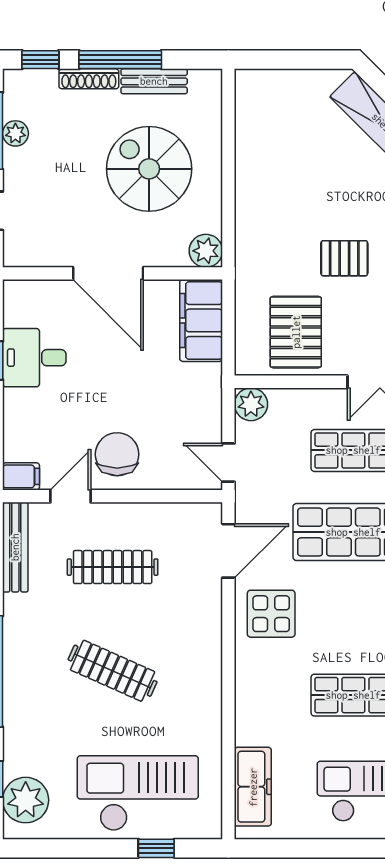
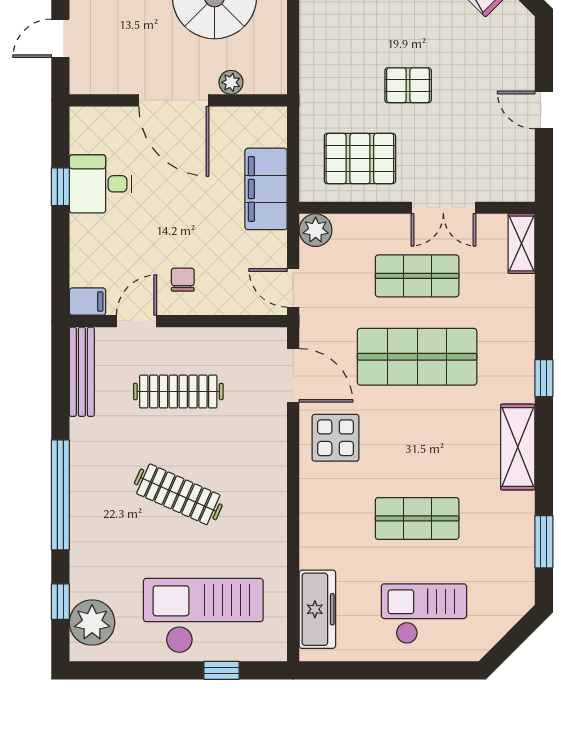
plant: (206, 251) -> (231, 82), moved, width x0.73, depth x0.73
filing cabinet: (201, 320) -> (266, 189), moved
pallet: (296, 332) -> (360, 159), turned 90
chair: (117, 454) -> (183, 280), width x0.54, depth x0.54
door: (228, 551) -> (293, 375), hinge flipped

